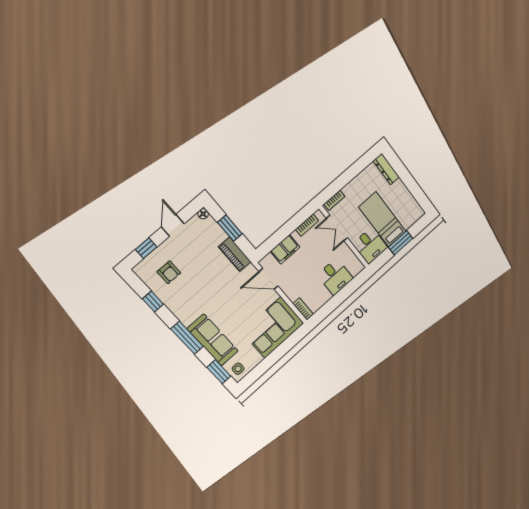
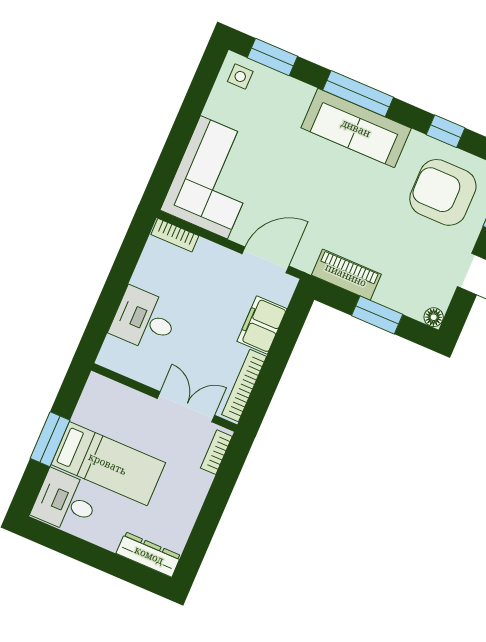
bookcase: (307, 225) -> (244, 386), width x1.56
desk: (370, 246) -> (66, 502), moved
armchair: (169, 272) -> (443, 192), width x1.88, depth x1.88
sofa: (213, 340) -> (356, 128), moved

